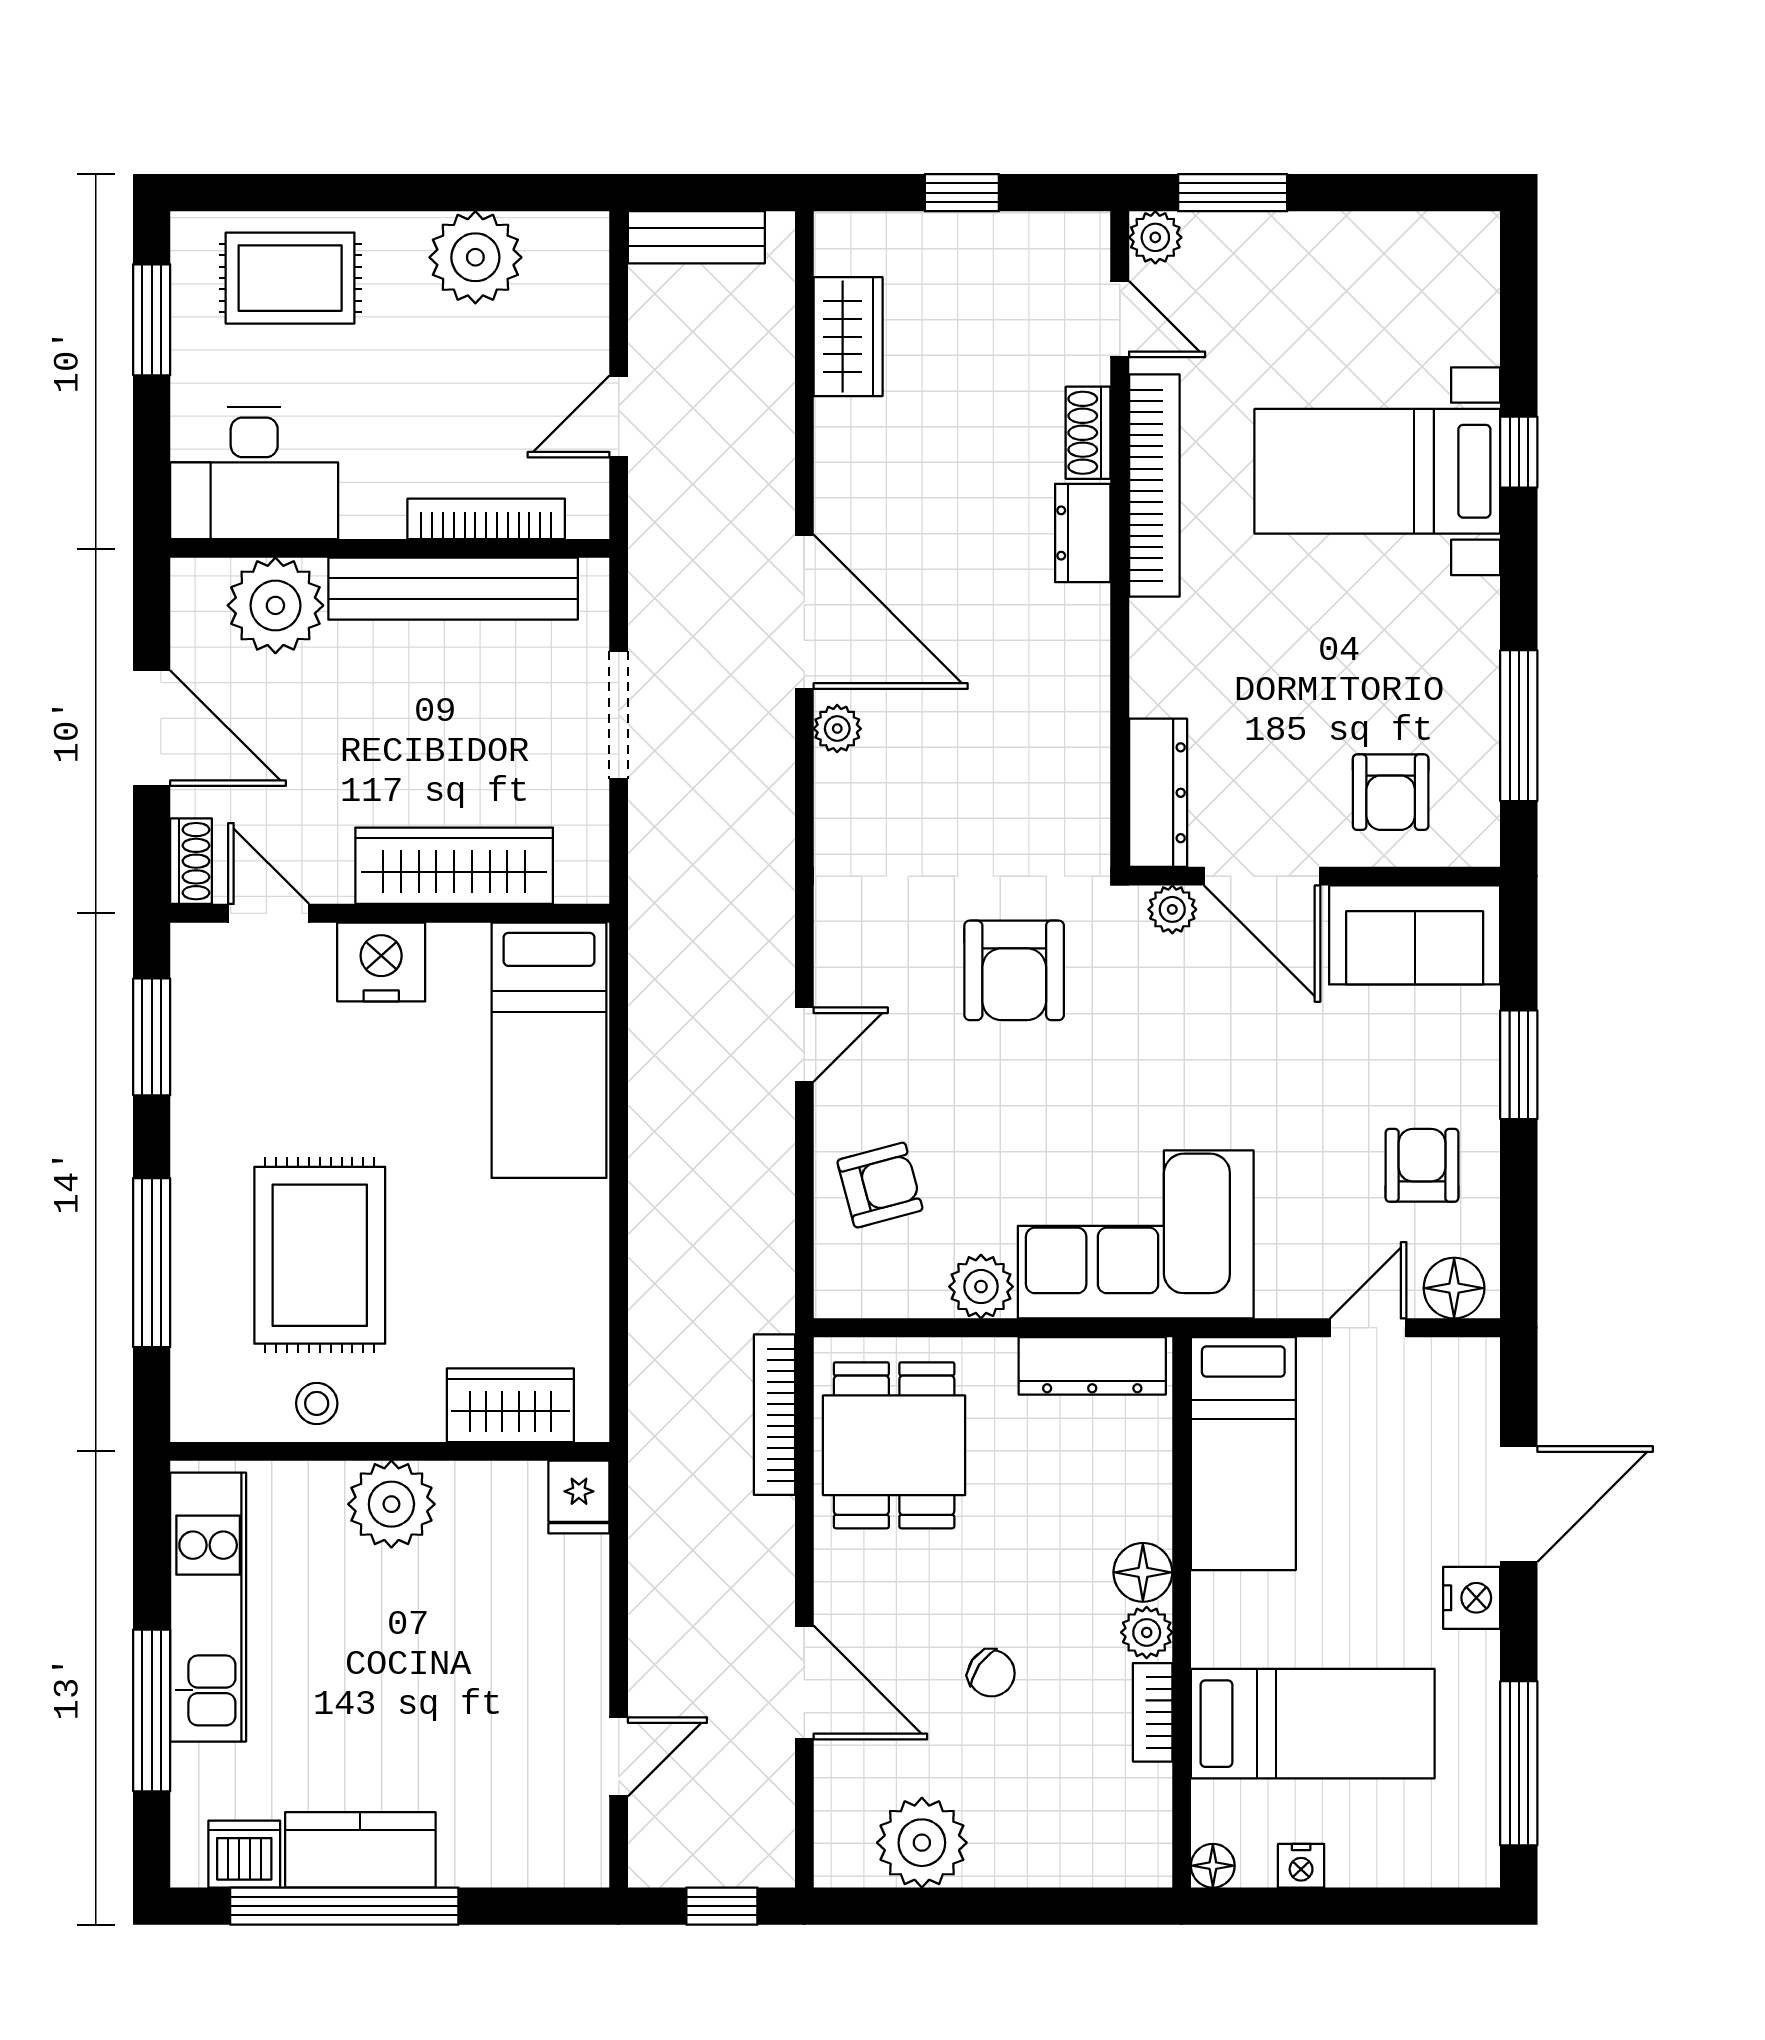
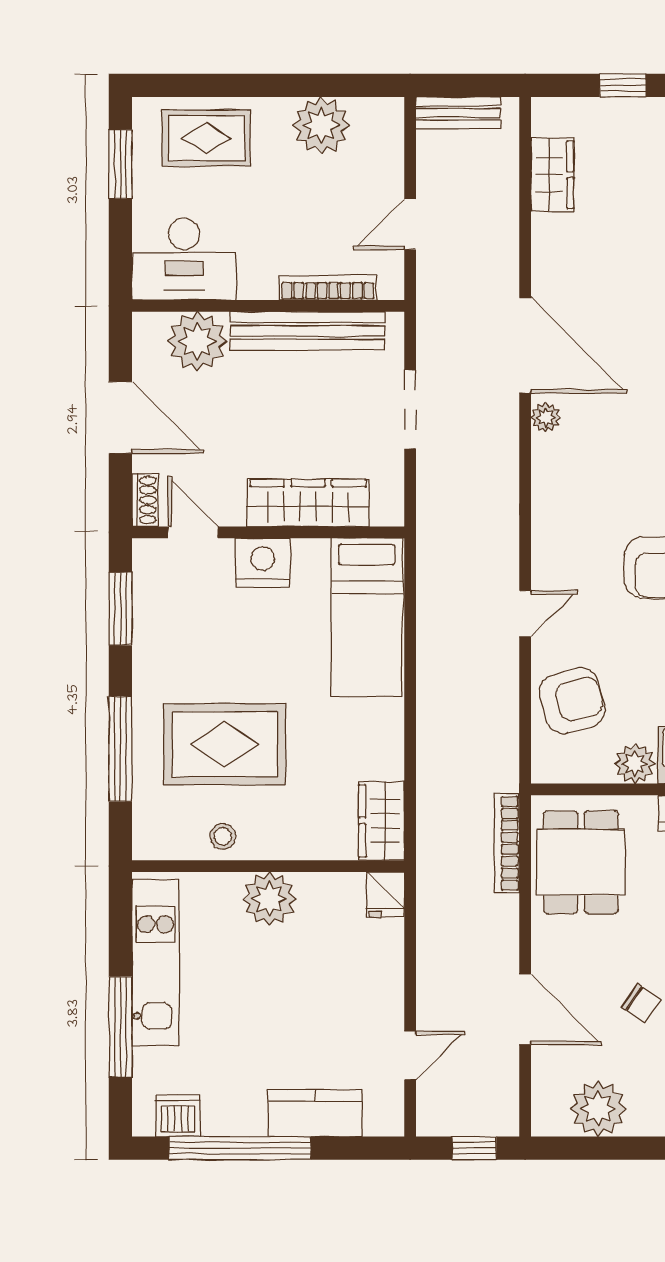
armchair: (880, 1185) -> (572, 701), width x1.38, depth x1.38
rug: (320, 1255) -> (225, 744), turned 90
wardrobe: (510, 1405) -> (381, 821), moved, turned -90
kitchen counter: (360, 1850) -> (315, 1113), moved

